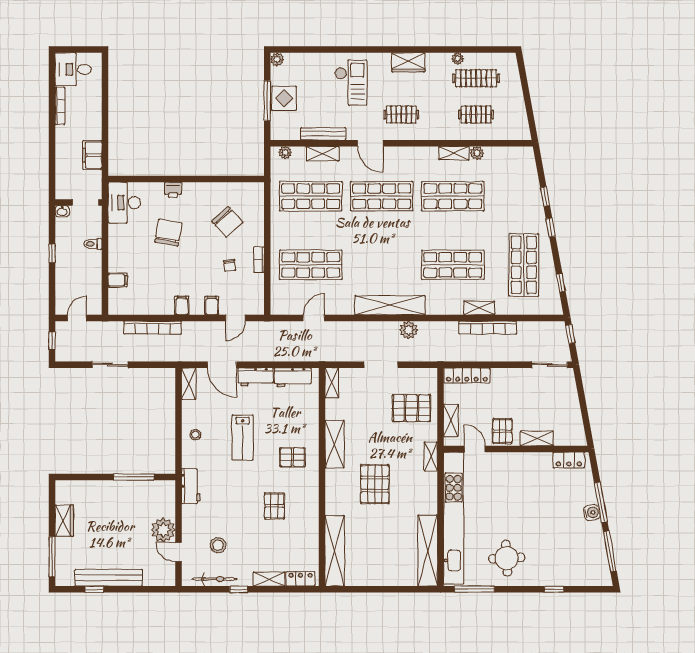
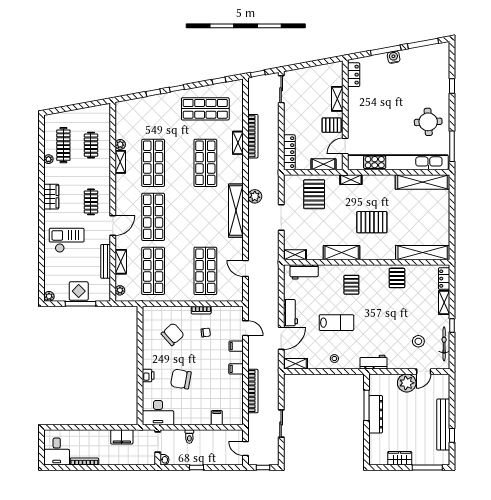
workbench: (293, 377) -> (304, 272), moved, turned 90
dresser: (122, 489) -> (376, 414), added
pallet: (274, 506) -> (397, 278), moved, turned 90

